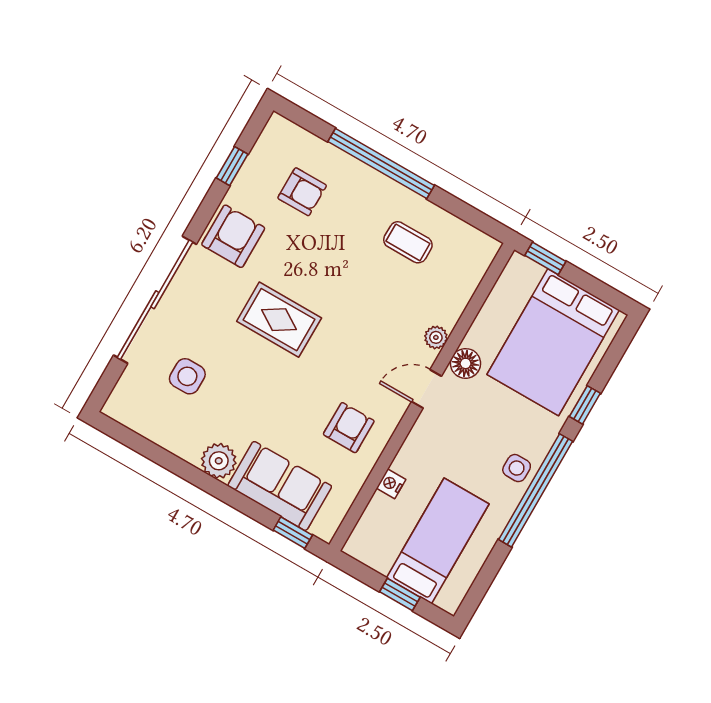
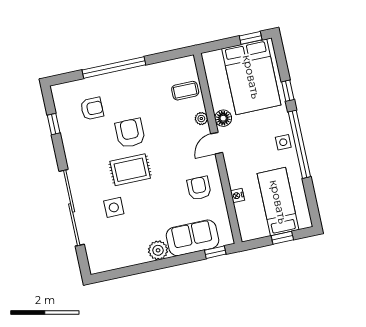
armchair: (233, 236) -> (130, 133), moved
coffee table: (408, 242) -> (185, 91), moved
window: (545, 258) -> (251, 38), moved
side table: (187, 376) -> (114, 207), moved

